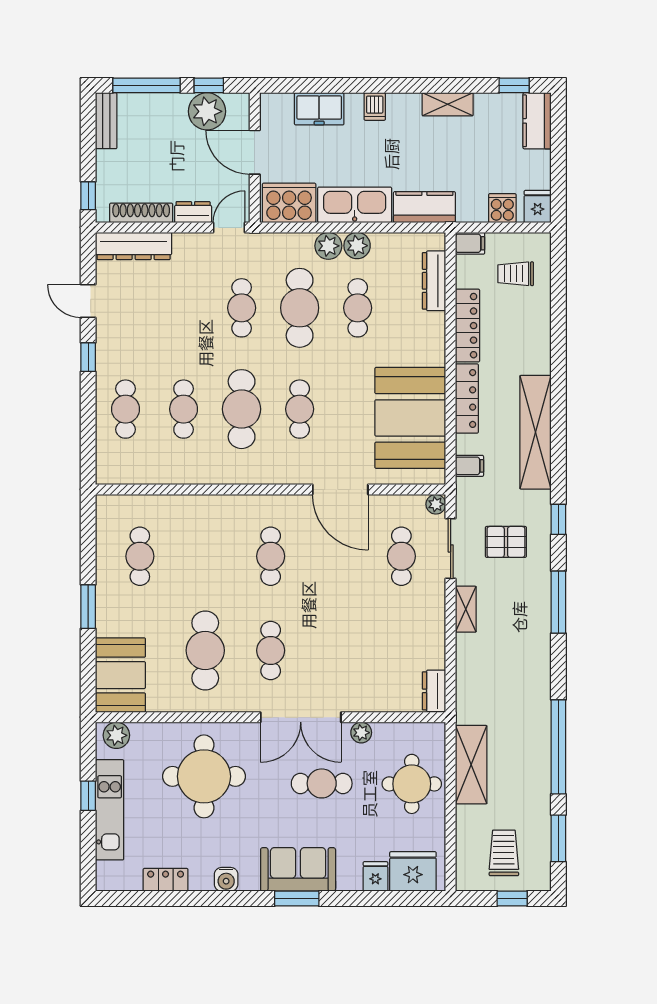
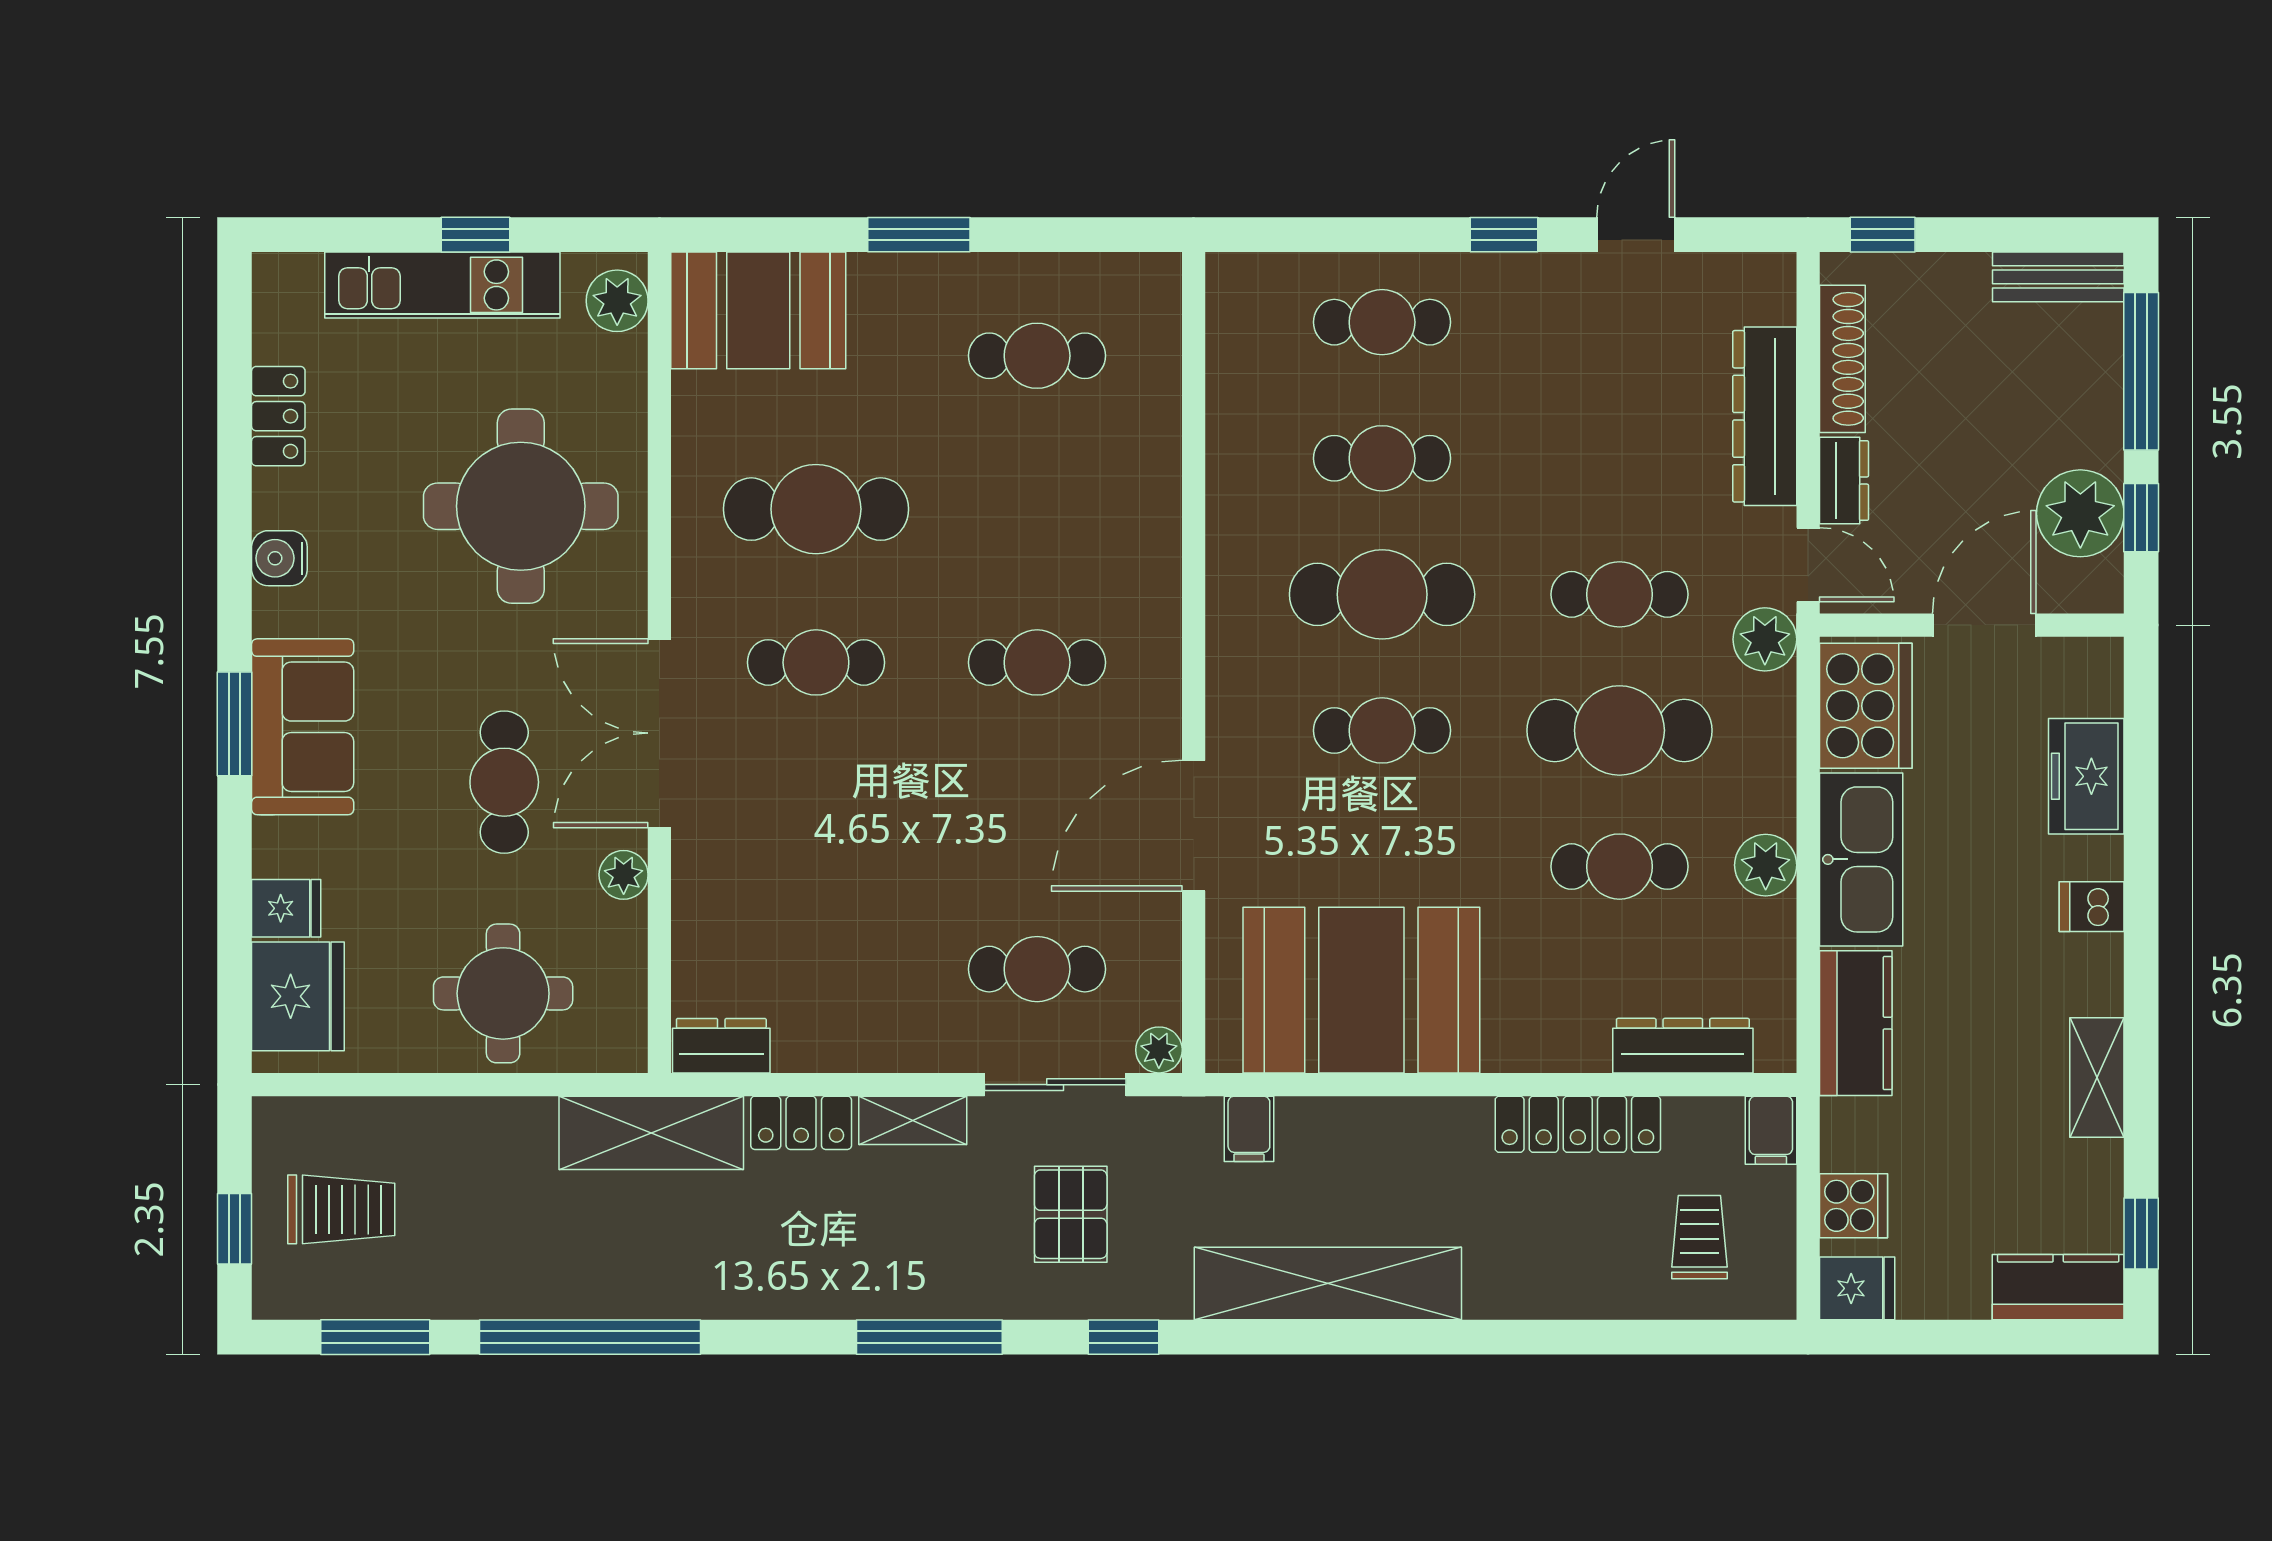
dresser: (134, 246) -> (1765, 416), moved
plant: (328, 246) -> (1765, 639), moved
locker: (467, 398) -> (801, 1123), moved, width x0.66
shelving: (471, 765) -> (651, 1133), moved

